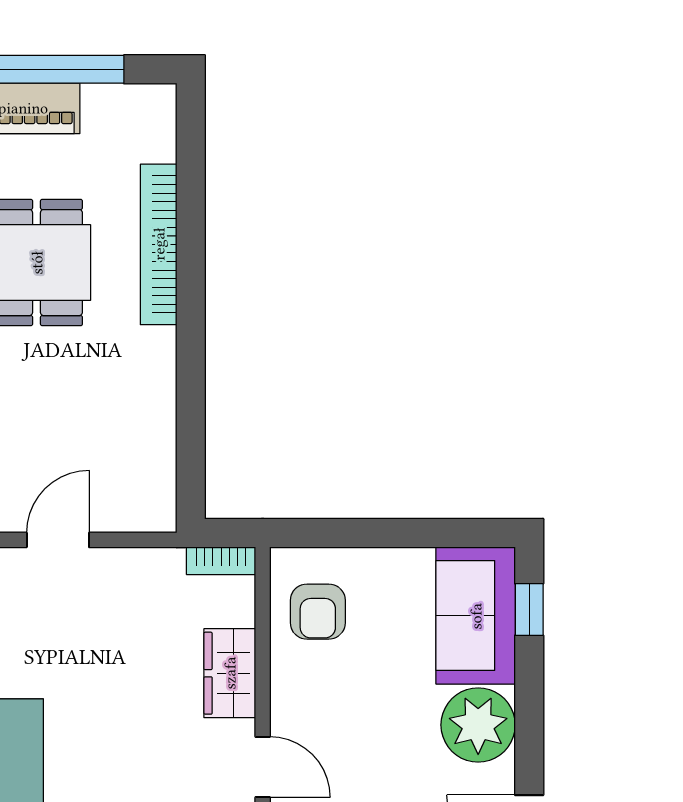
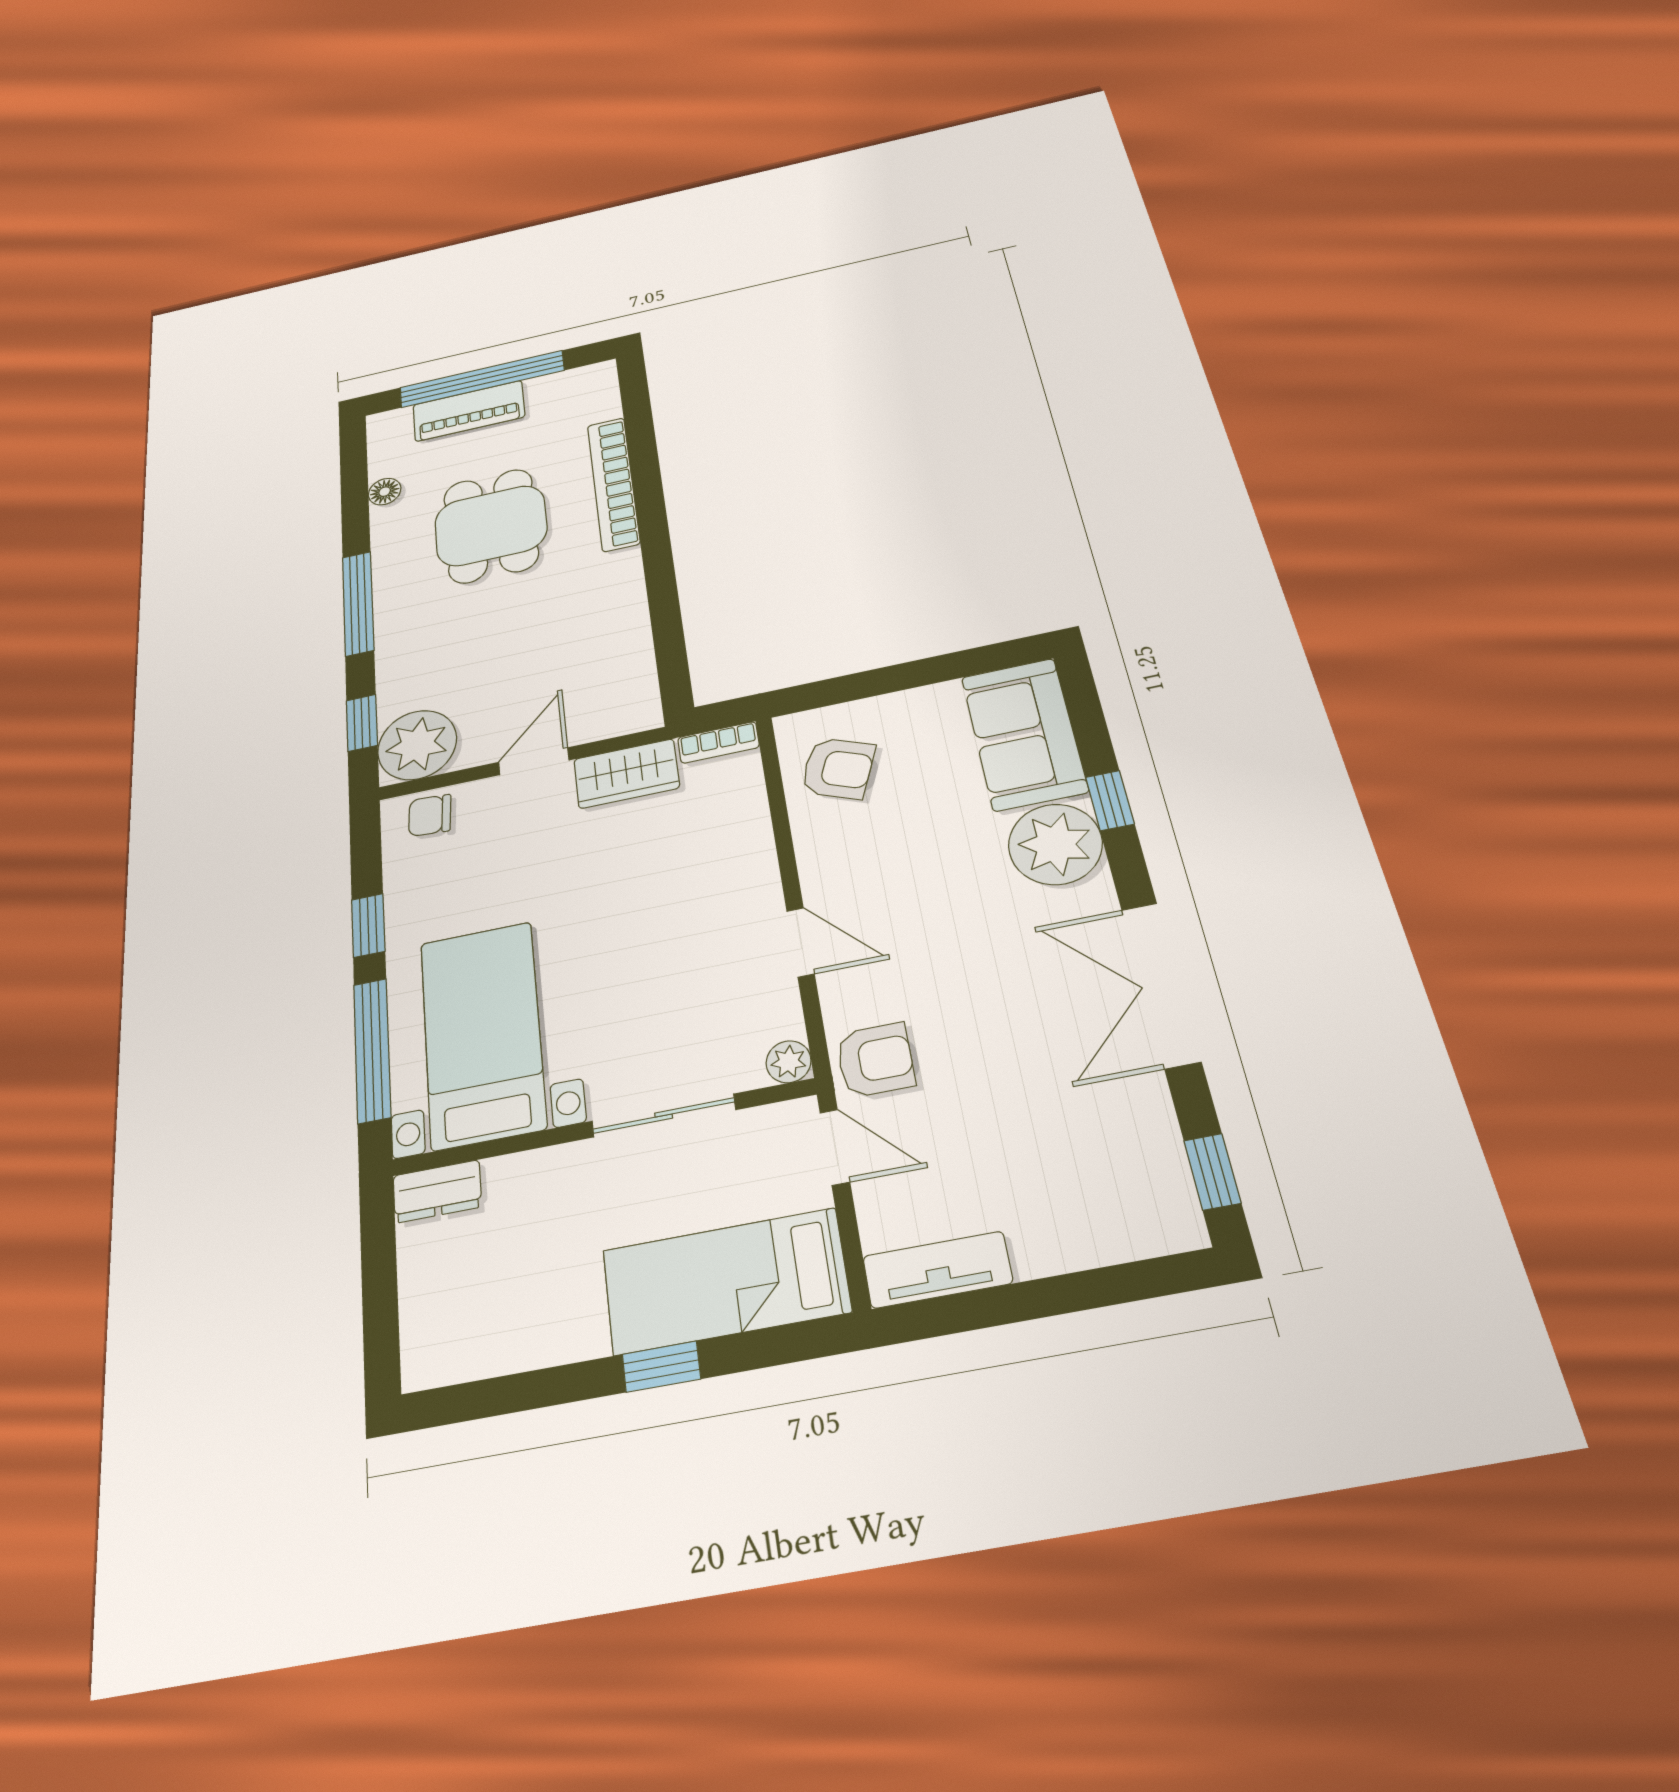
window: (529, 609) -> (1110, 801), moved
armchair: (318, 612) -> (838, 768), turned -68
wardrobe: (230, 673) -> (626, 774), moved, turned -90

